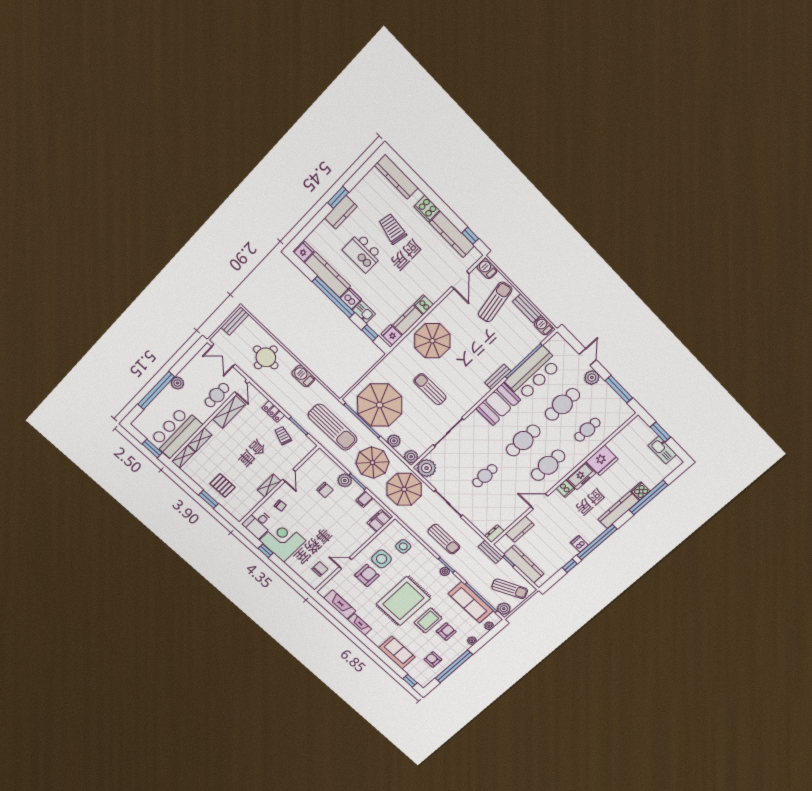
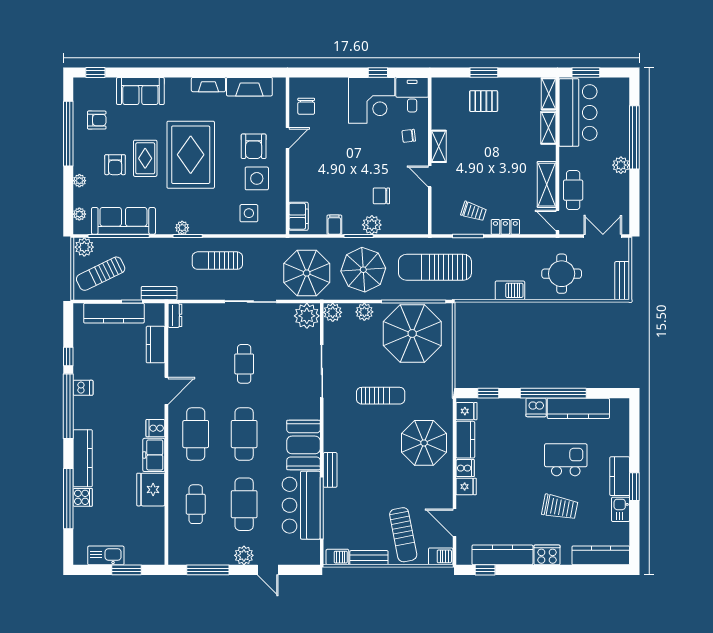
fridge: (304, 252) -> (466, 487), moved, turned -90
kitchen sink: (364, 312) -> (621, 509), moved, turned 90

